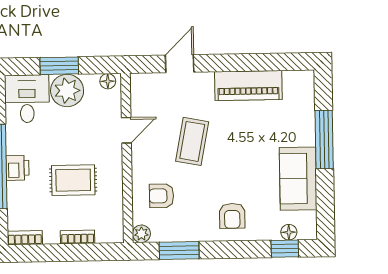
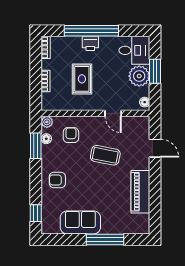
floor lamp: (289, 232) -> (46, 139), moved

